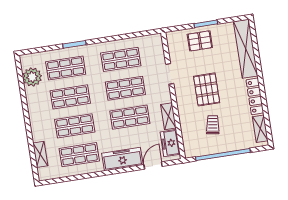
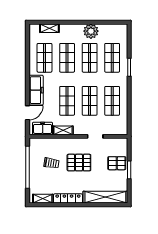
pallet: (200, 41) -> (117, 163), turned 90
plant: (32, 77) -> (91, 31), moved
door: (153, 165) -> (27, 113), hinge flipped

